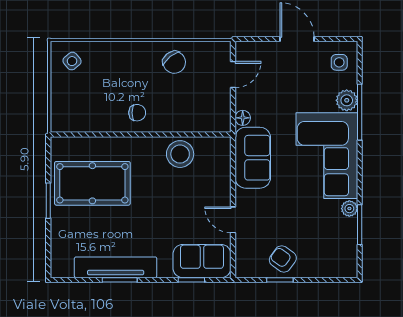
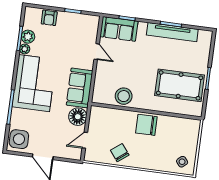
side table: (339, 62) -> (19, 139), width x1.87, depth x1.87
plant: (347, 100) -> (28, 37), moved
chair: (137, 113) -> (146, 125), width x1.87, depth x1.87
floor lamp: (243, 118) -> (78, 117), width x1.89, depth x1.89
armchair: (283, 259) -> (49, 18), moved, turned 54

